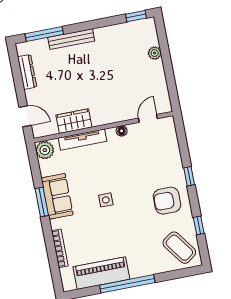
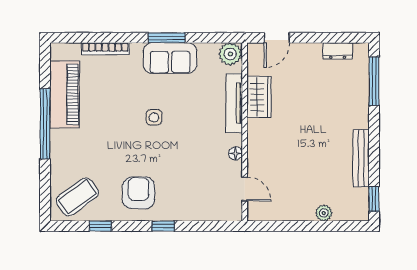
bench: (71, 39) -> (361, 158), moved
dresser: (27, 72) -> (338, 51), width x0.70

